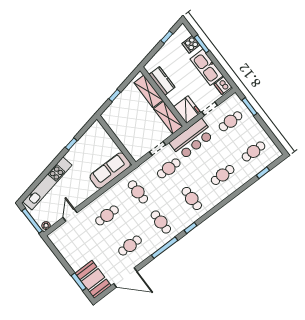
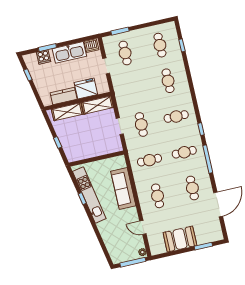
fridge: (187, 110) -> (86, 89), moved
bar counter: (192, 139) -> (125, 93), removed
sofa: (110, 171) -> (123, 188), moved
kitchen unit: (47, 183) -> (89, 195), moved
booth: (93, 279) -> (180, 239), moved

